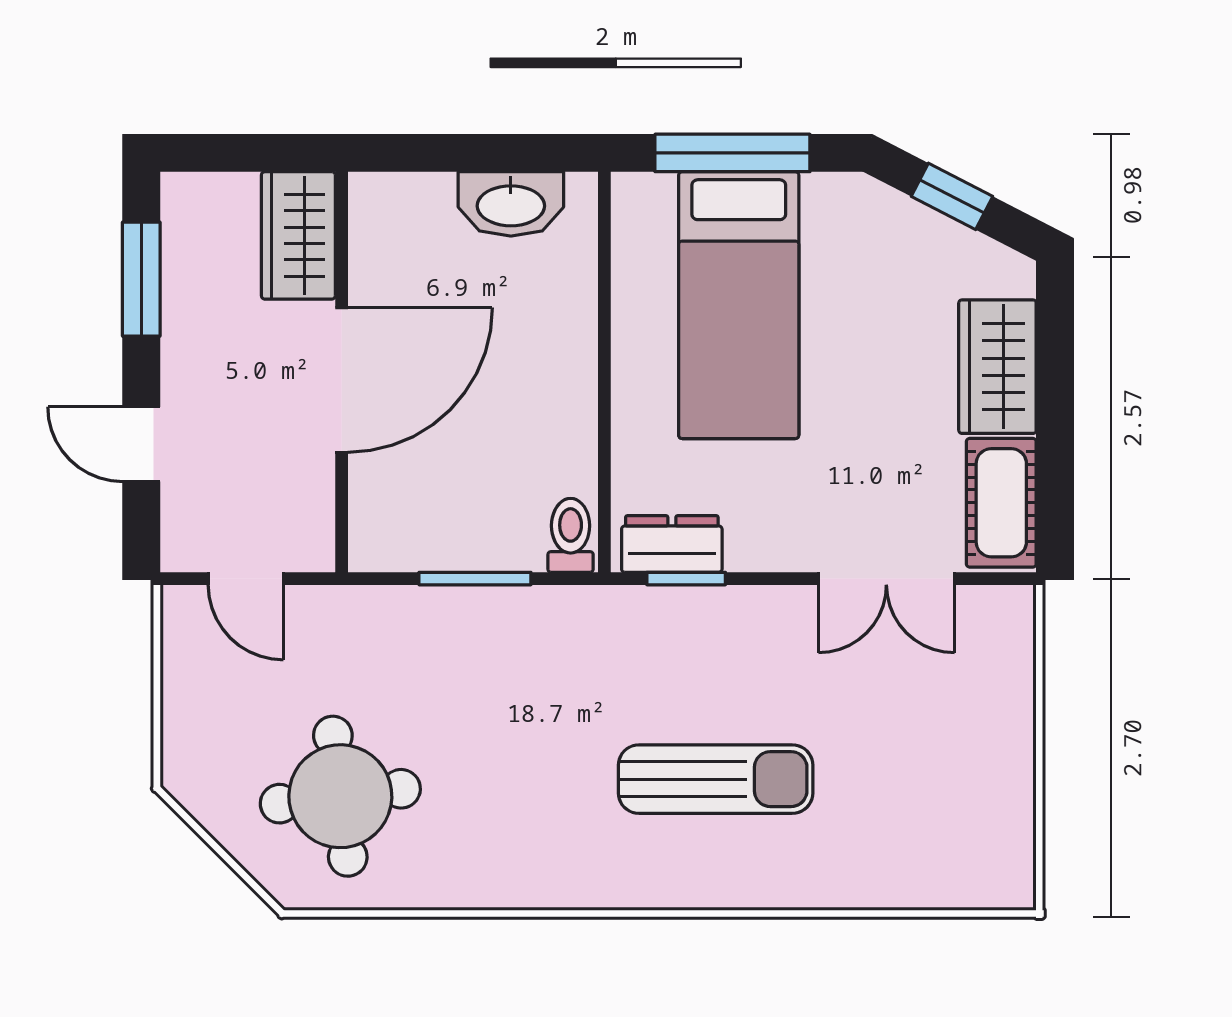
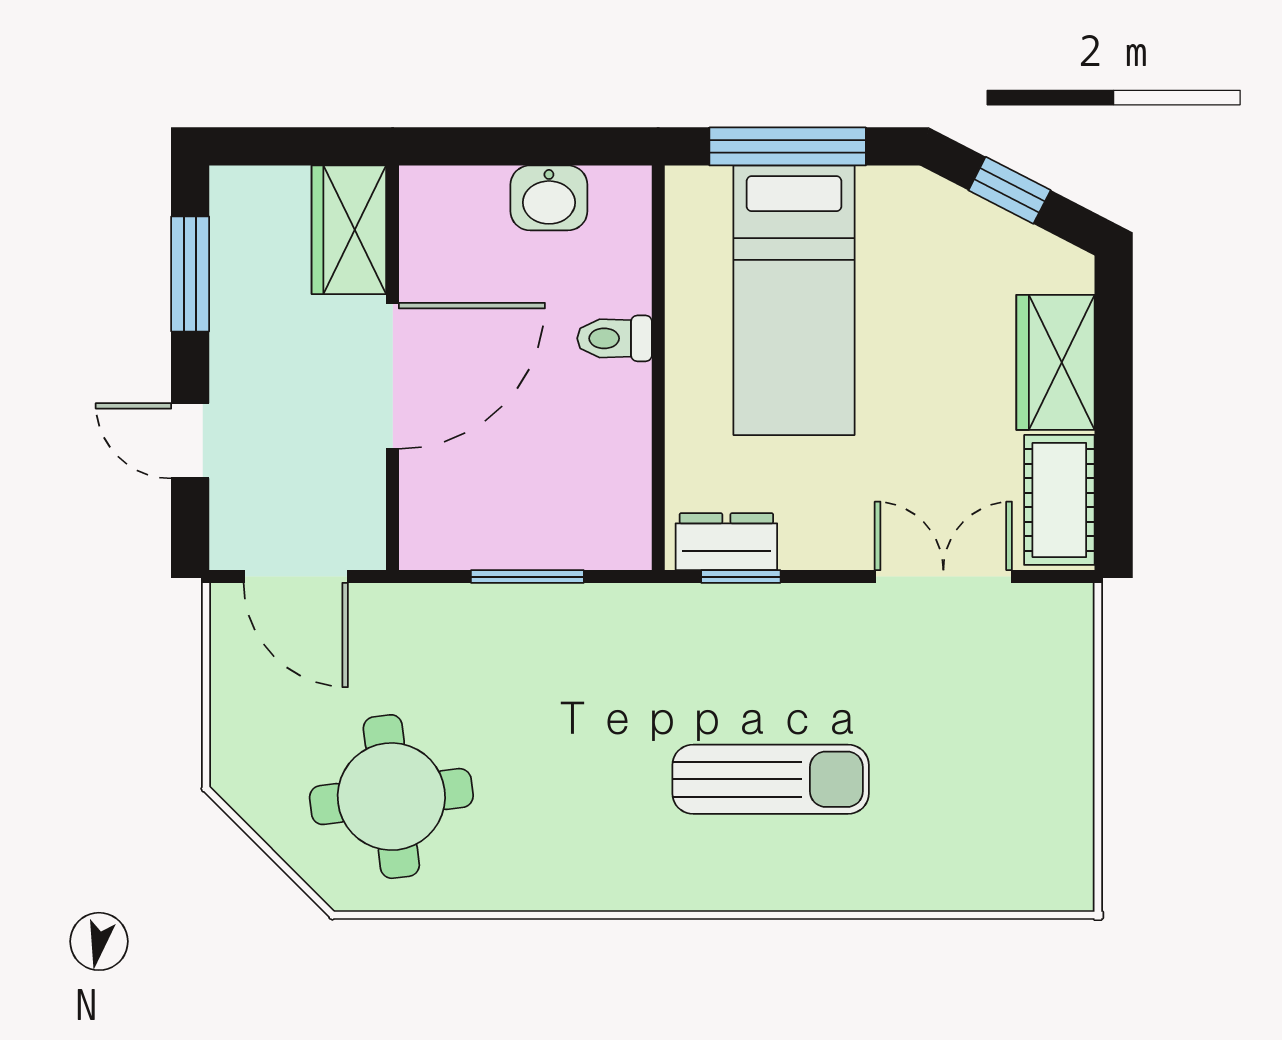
washbasin: (511, 204) -> (549, 198), width x0.72
toilet: (571, 535) -> (615, 338), moved, turned -90
door: (246, 579) -> (296, 577), width x1.38
double door: (886, 579) -> (943, 577), swing flipped

